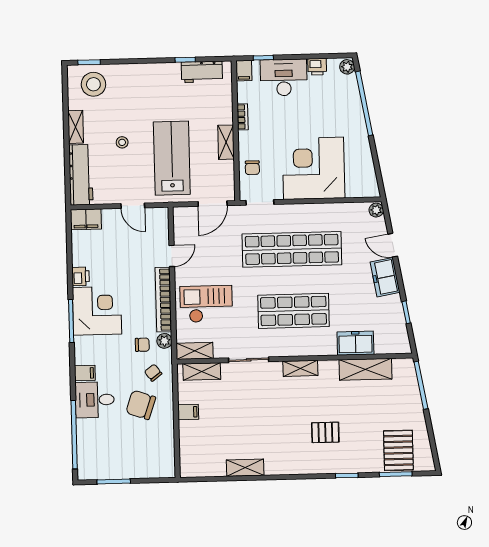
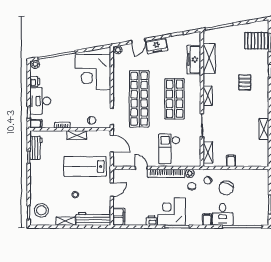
corner desk: (313, 168) -> (93, 72), moved
freezer: (355, 343) -> (194, 60), width x1.40
shelving: (195, 351) -> (196, 156), removed

